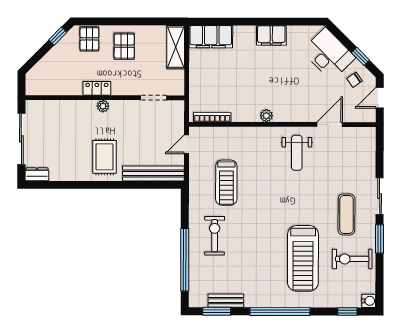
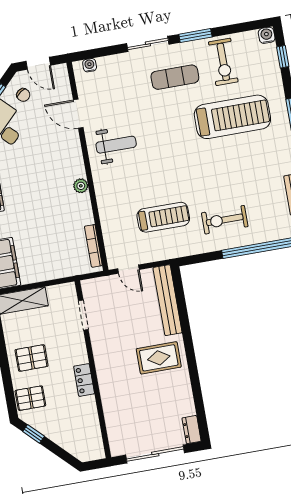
plant: (103, 106) -> (103, 370), removed
water cooler: (370, 142) -> (90, 65), added

